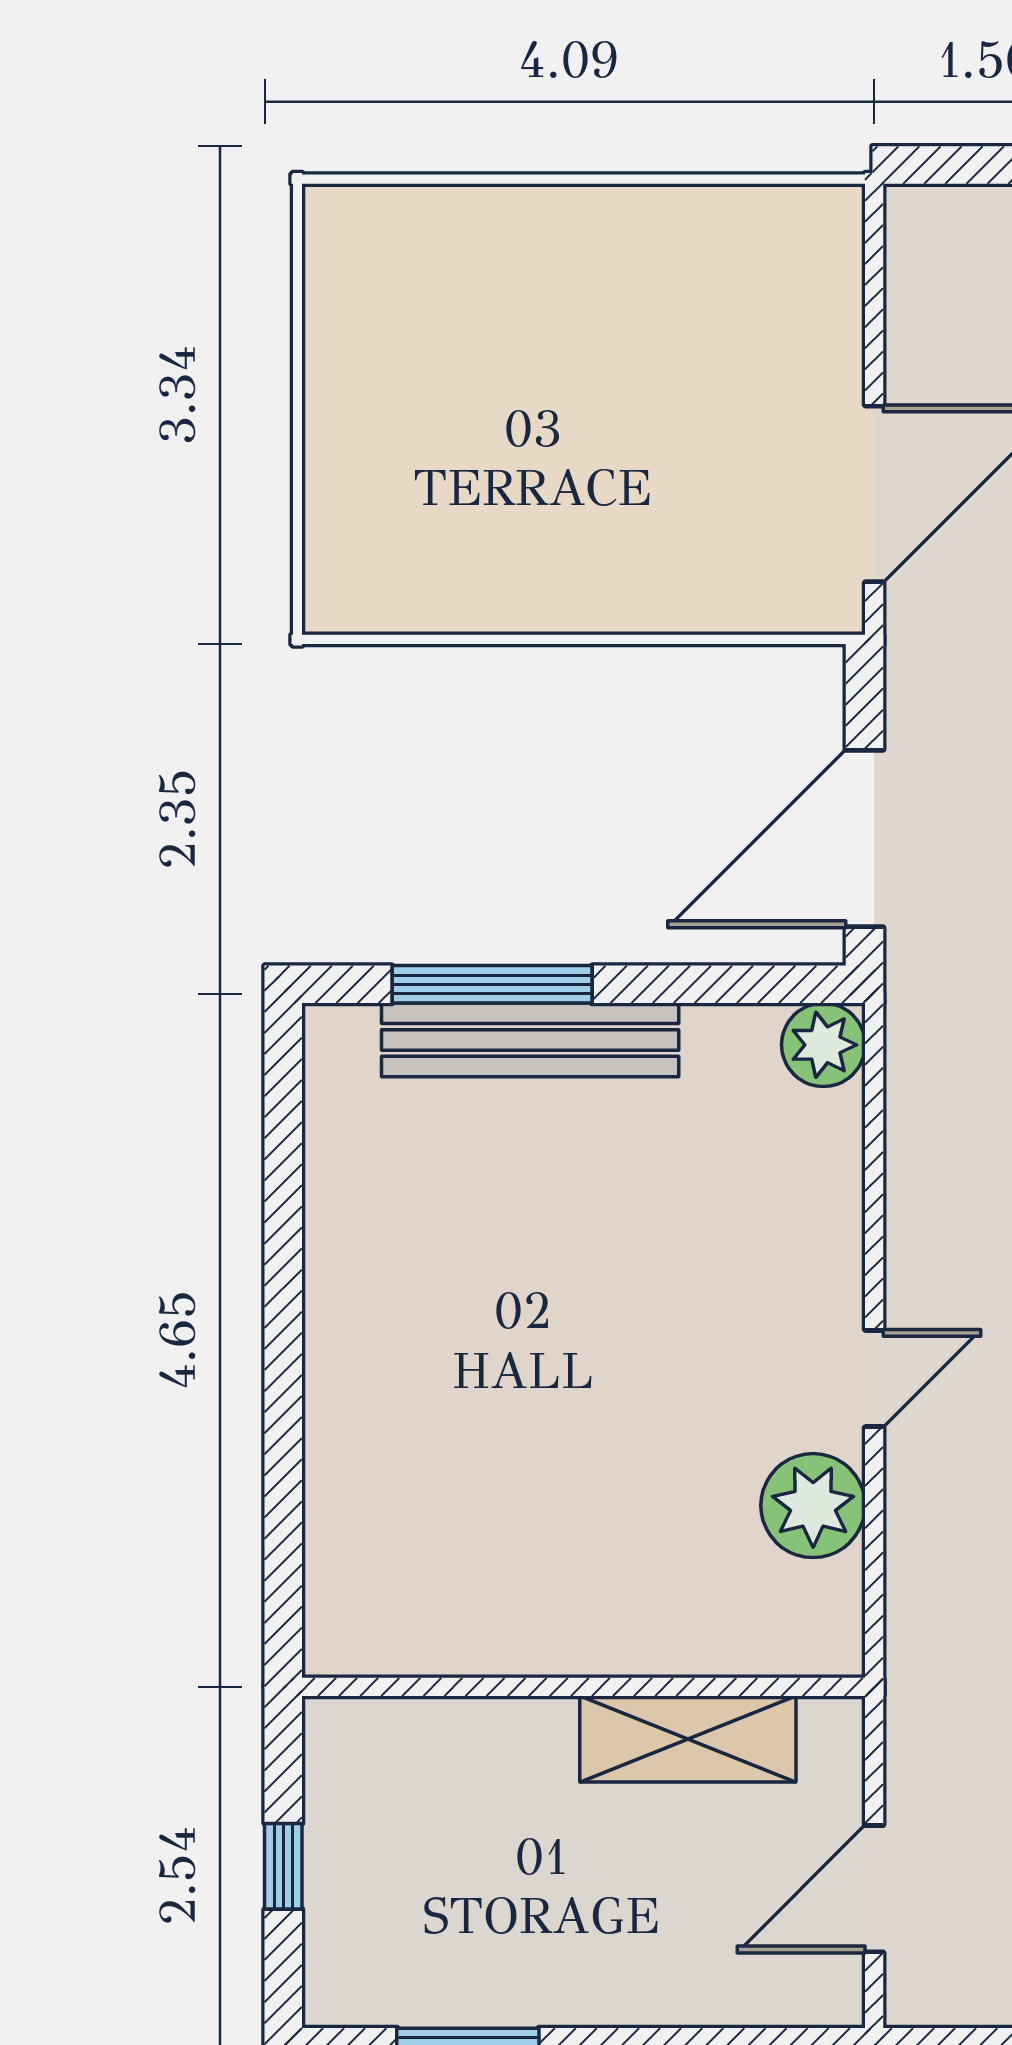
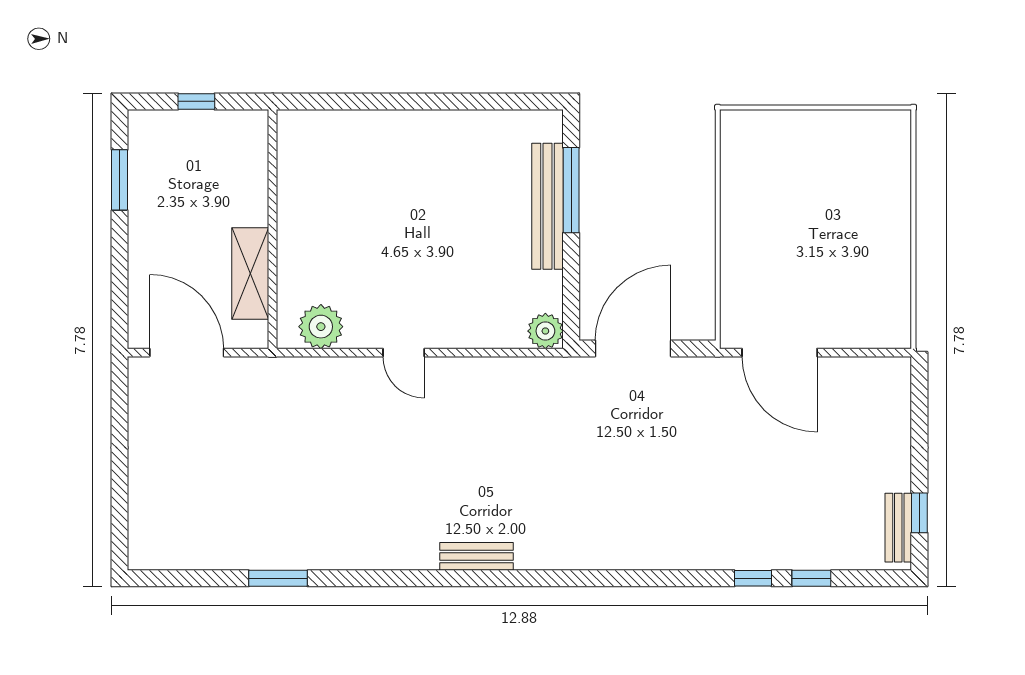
door: (864, 839) -> (633, 348), hinge flipped
plant: (813, 1506) -> (321, 327), moved
door: (874, 1889) -> (187, 353), width x1.36

